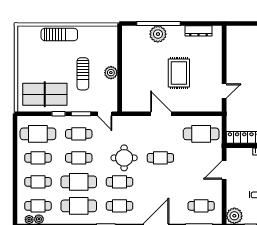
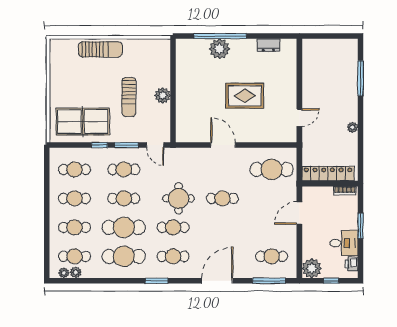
dresser: (198, 31) -> (268, 45), width x0.70
rug: (179, 73) -> (245, 96), turned 90
cafe table: (38, 134) -> (75, 169), width x0.73, depth x0.74

